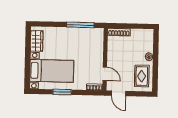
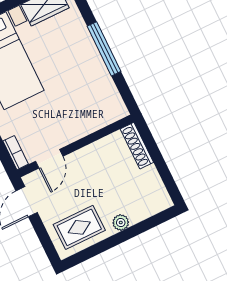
window: (80, 25) -> (104, 49), moved

